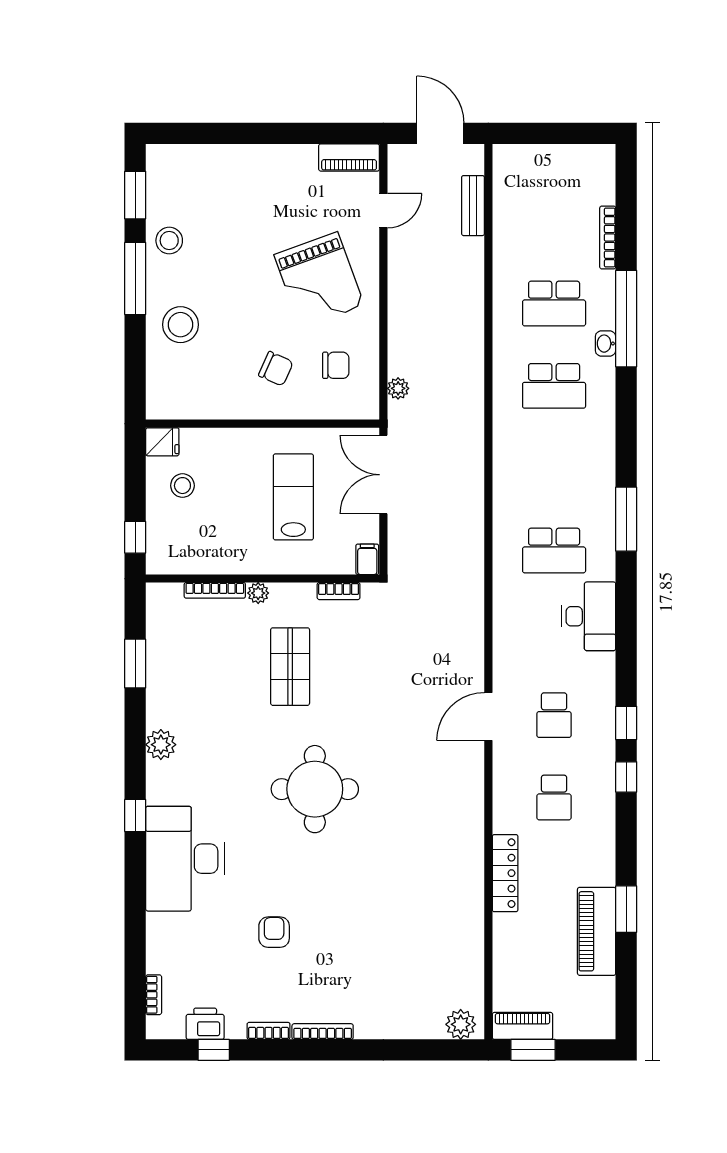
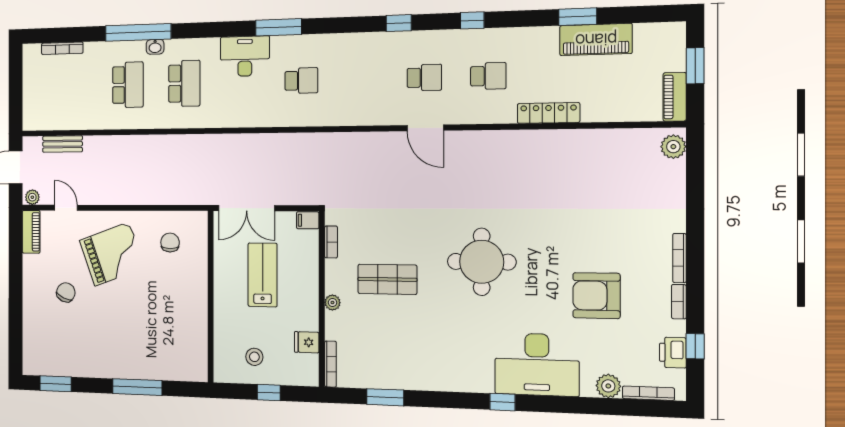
bookcase: (608, 237) -> (62, 48), moved
stool: (169, 241) -> (86, 361), removed
window: (135, 278) -> (137, 387), moved
stool: (180, 325) -> (142, 355), removed
chair: (276, 369) -> (66, 292), moved
plant: (398, 388) -> (32, 197), moved
fridge: (162, 442) -> (307, 342), moved, turned -90
lab bench: (293, 497) -> (263, 275), turned 90
window: (135, 537) -> (269, 392), moved
school desk: (554, 551) -> (301, 81), width x0.54
bookcase: (215, 590) -> (330, 364), moved
desk: (589, 616) -> (245, 56), moved
window: (626, 723) -> (399, 23), moved
plant: (161, 745) -> (608, 386), moved
armchair: (274, 932) -> (596, 296), width x1.88, depth x1.88
bookcase: (154, 995) -> (648, 393), width x1.56
window: (533, 1050) -> (695, 66), moved

